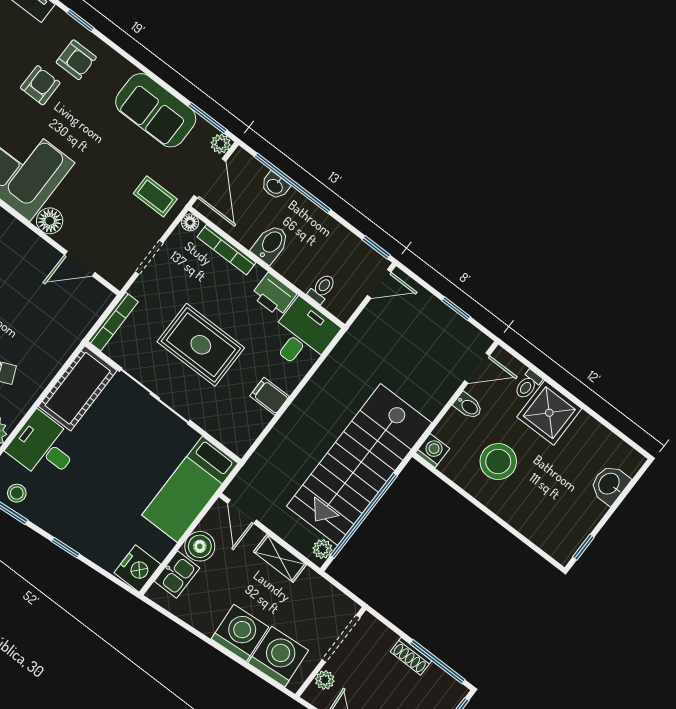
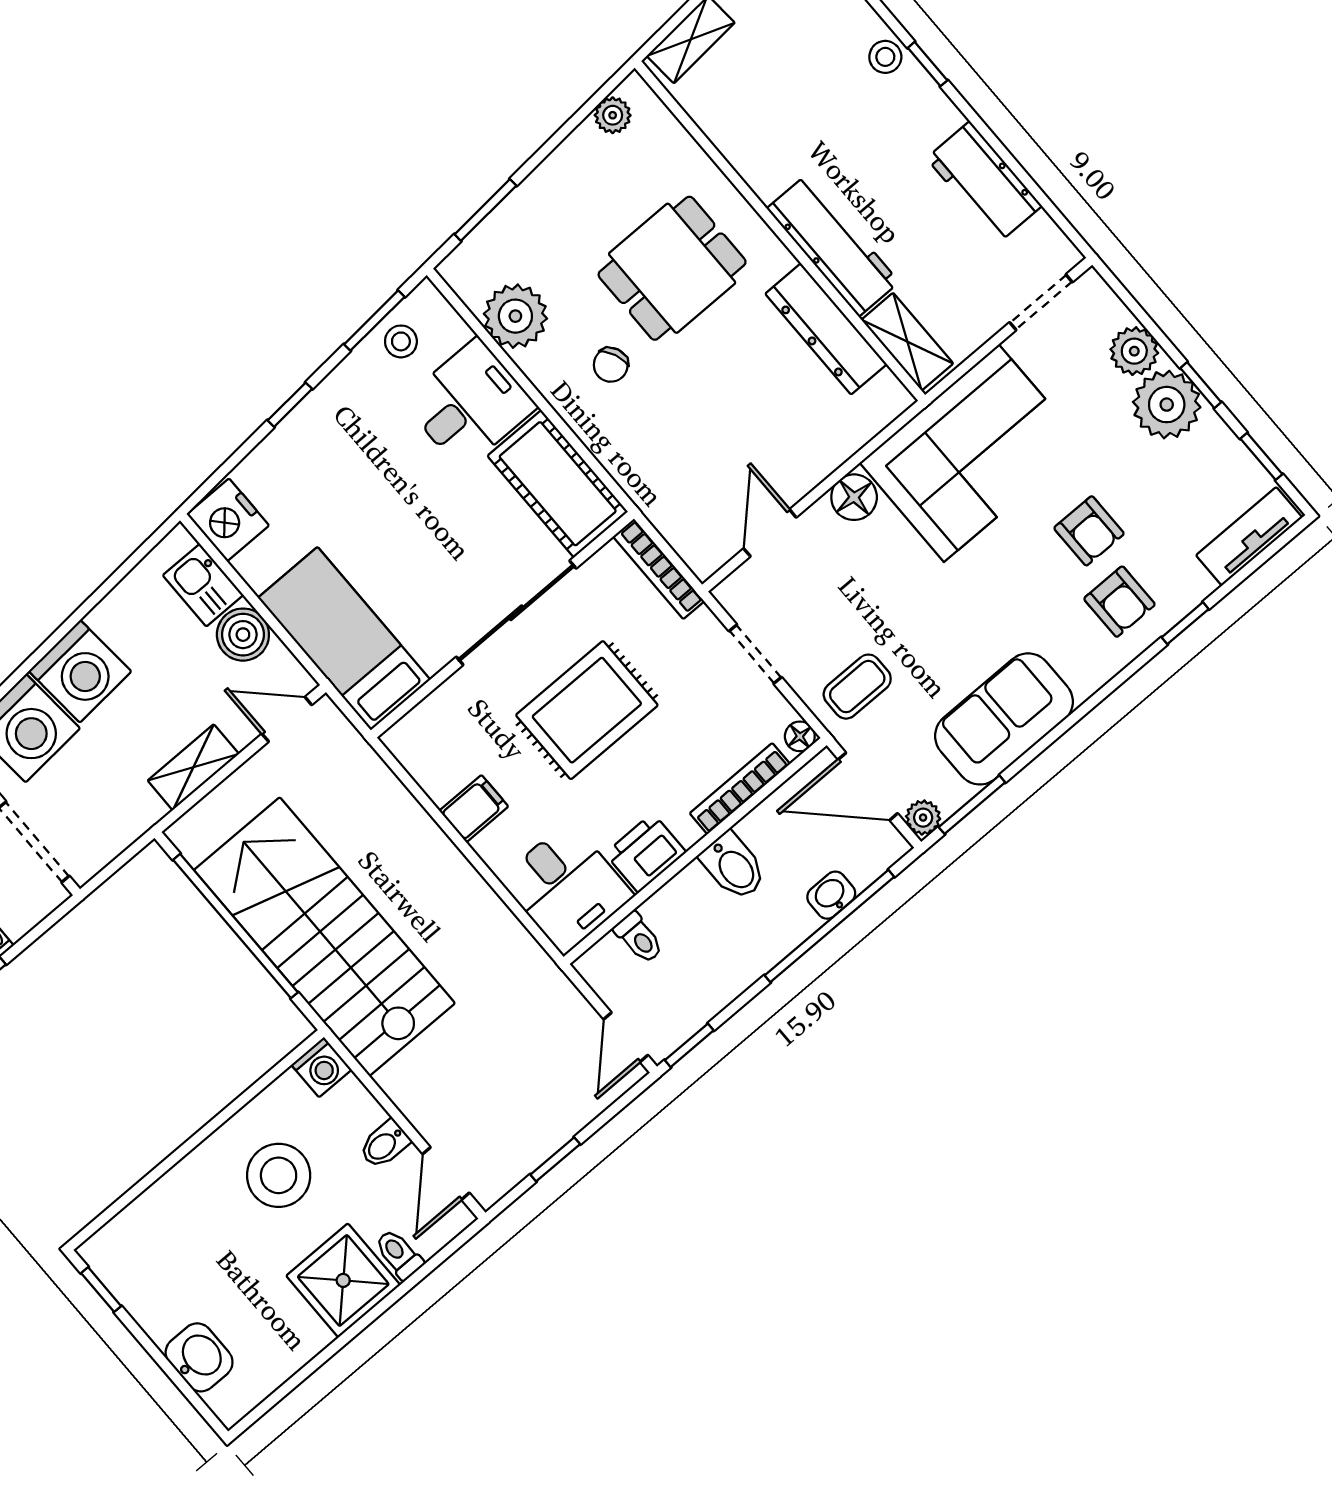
armchair: (76, 60) -> (1119, 602), turned -90
plant: (322, 549) -> (193, 843), removed

